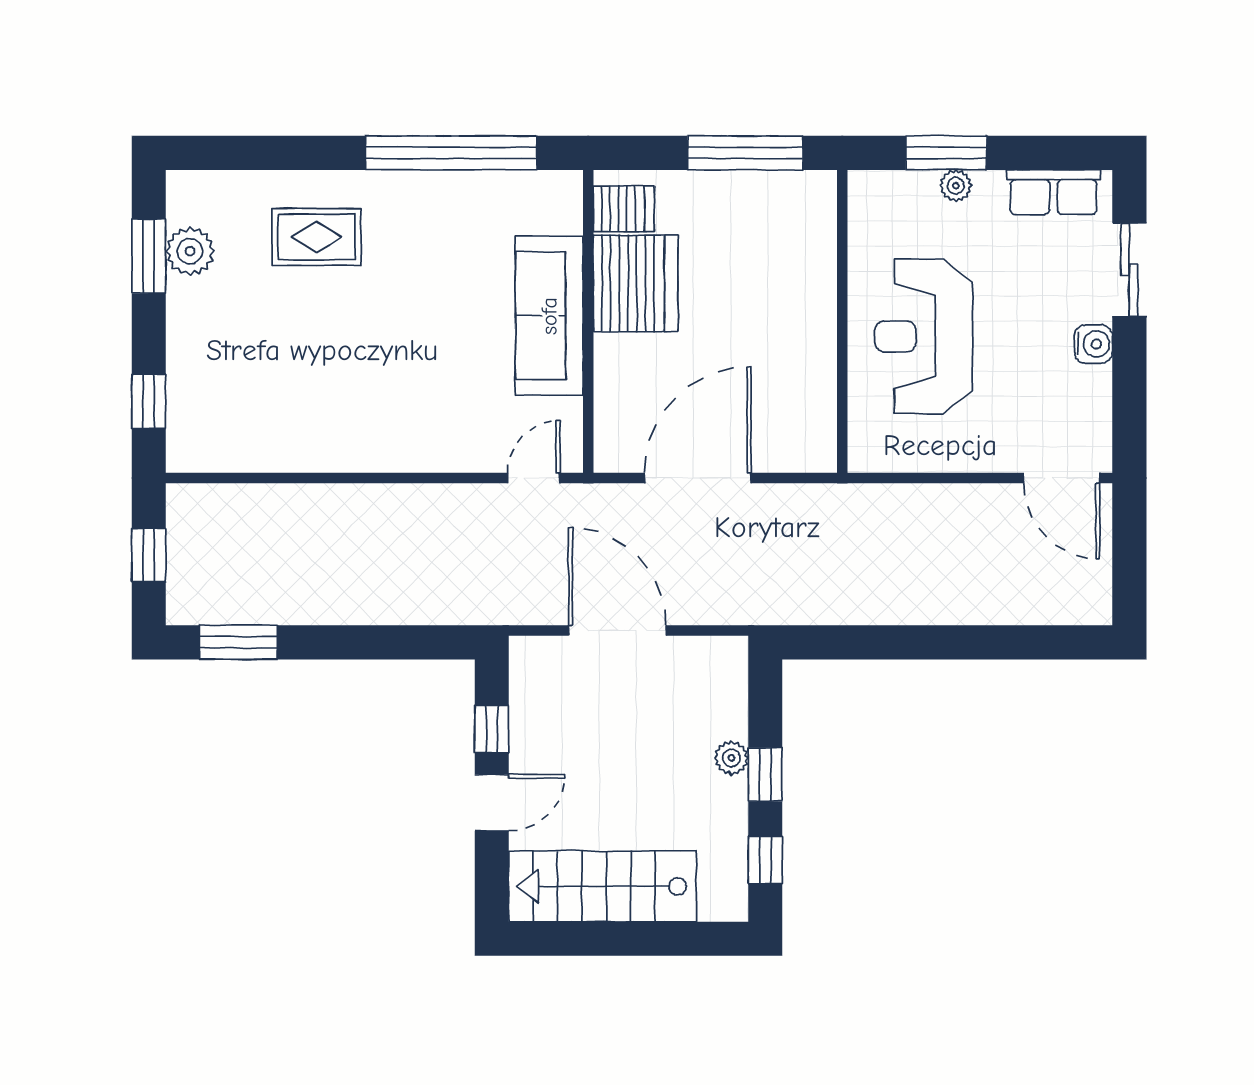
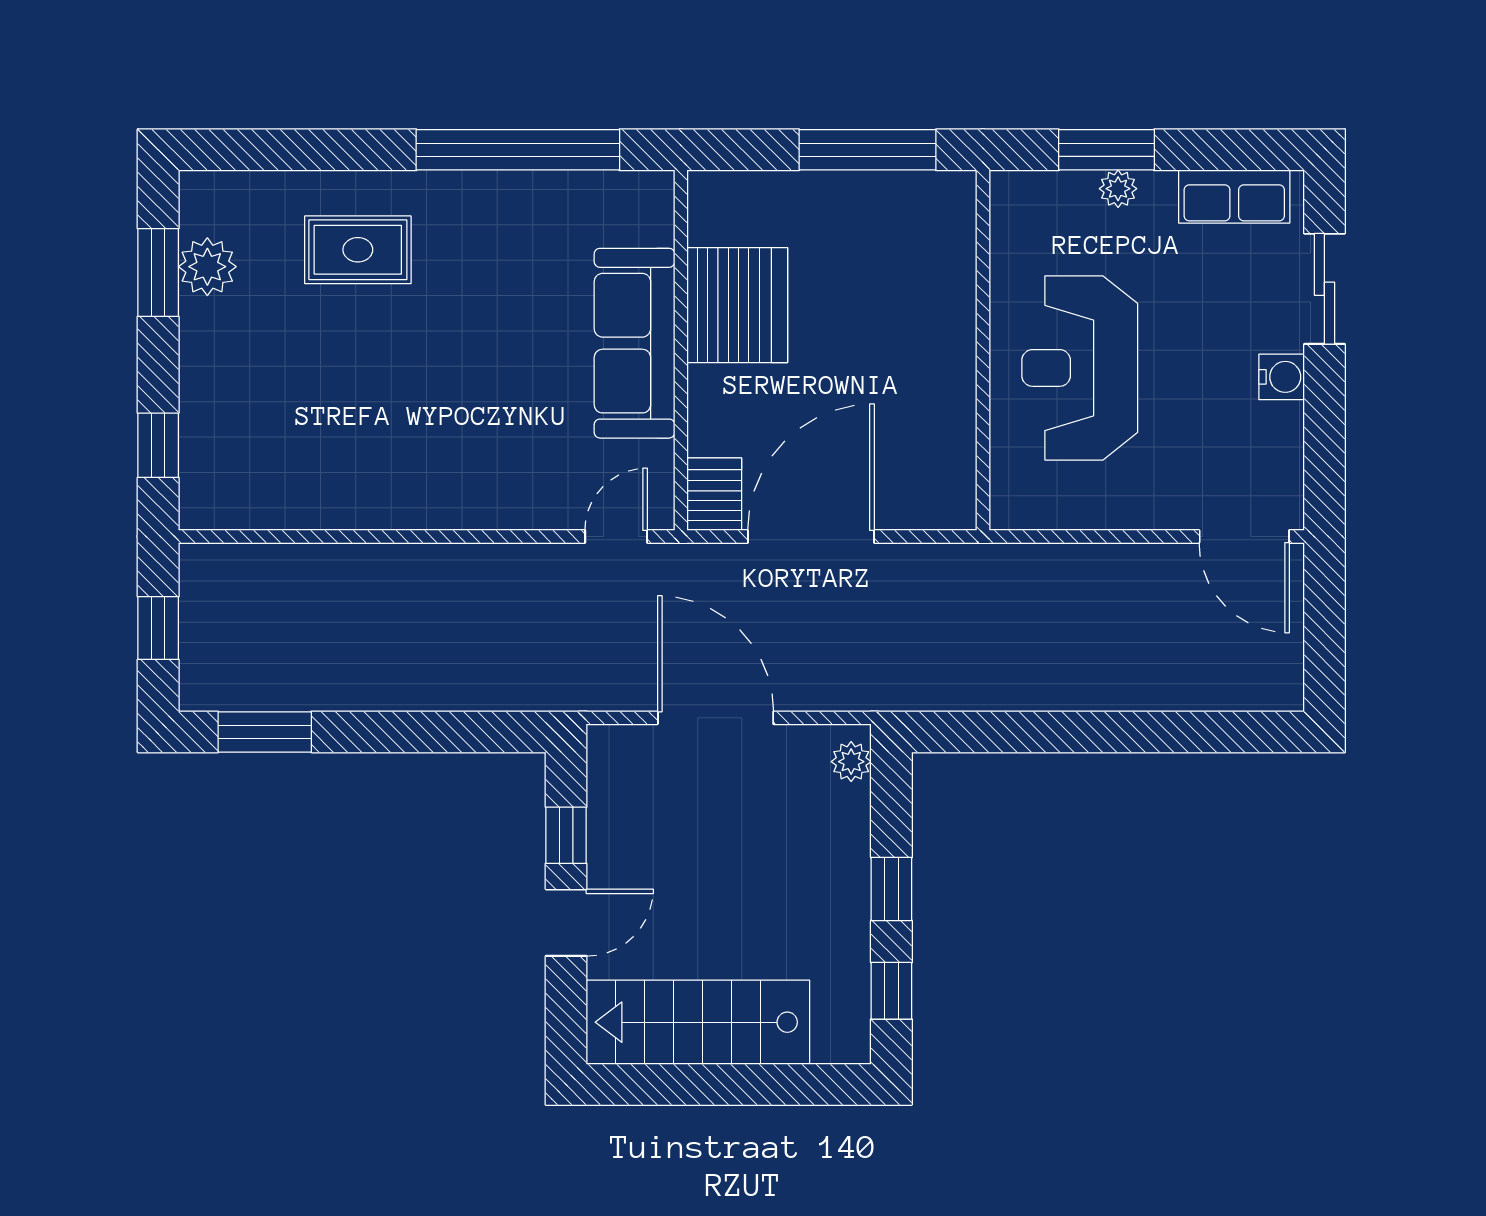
server rack: (624, 209) -> (714, 494), moved, turned -90
plant: (731, 758) -> (851, 762), moved

